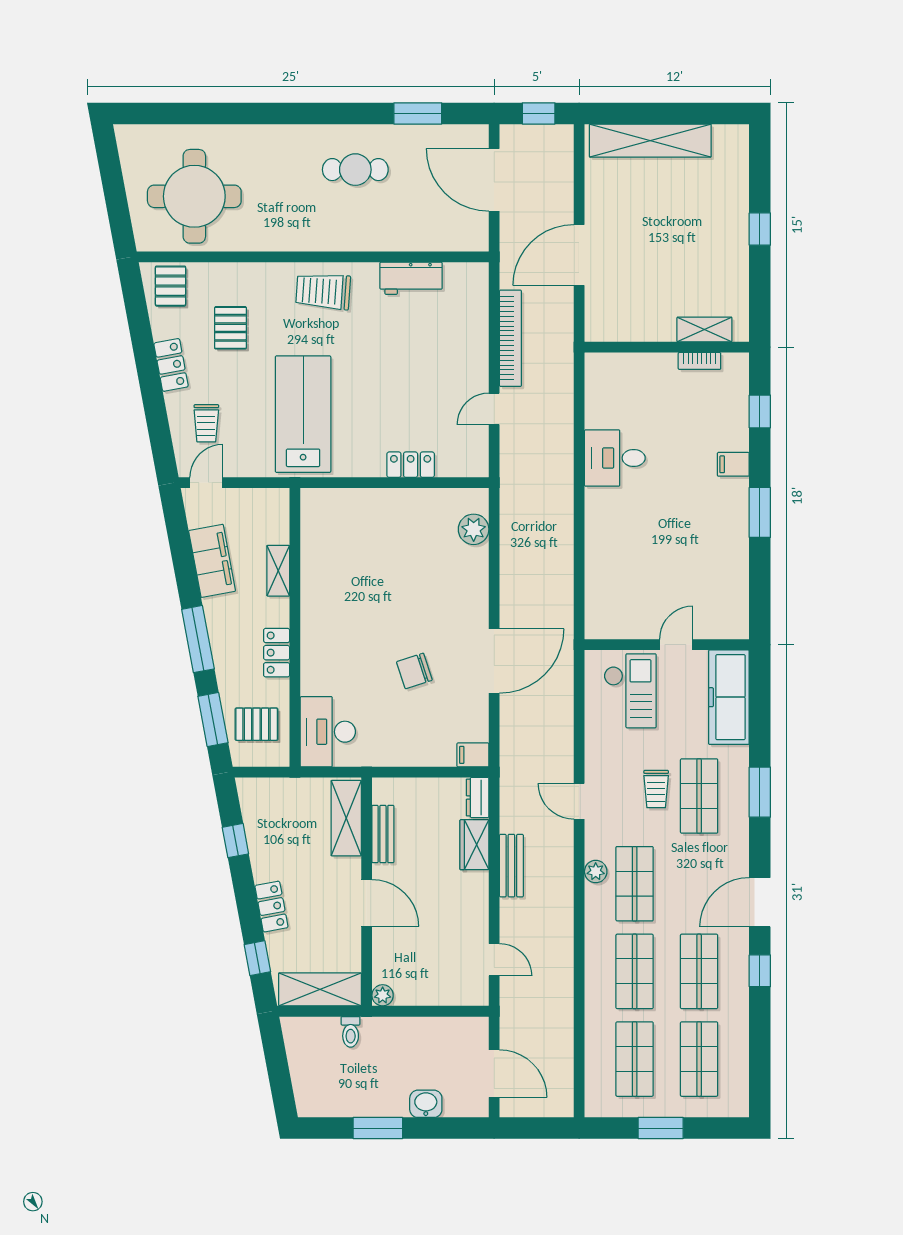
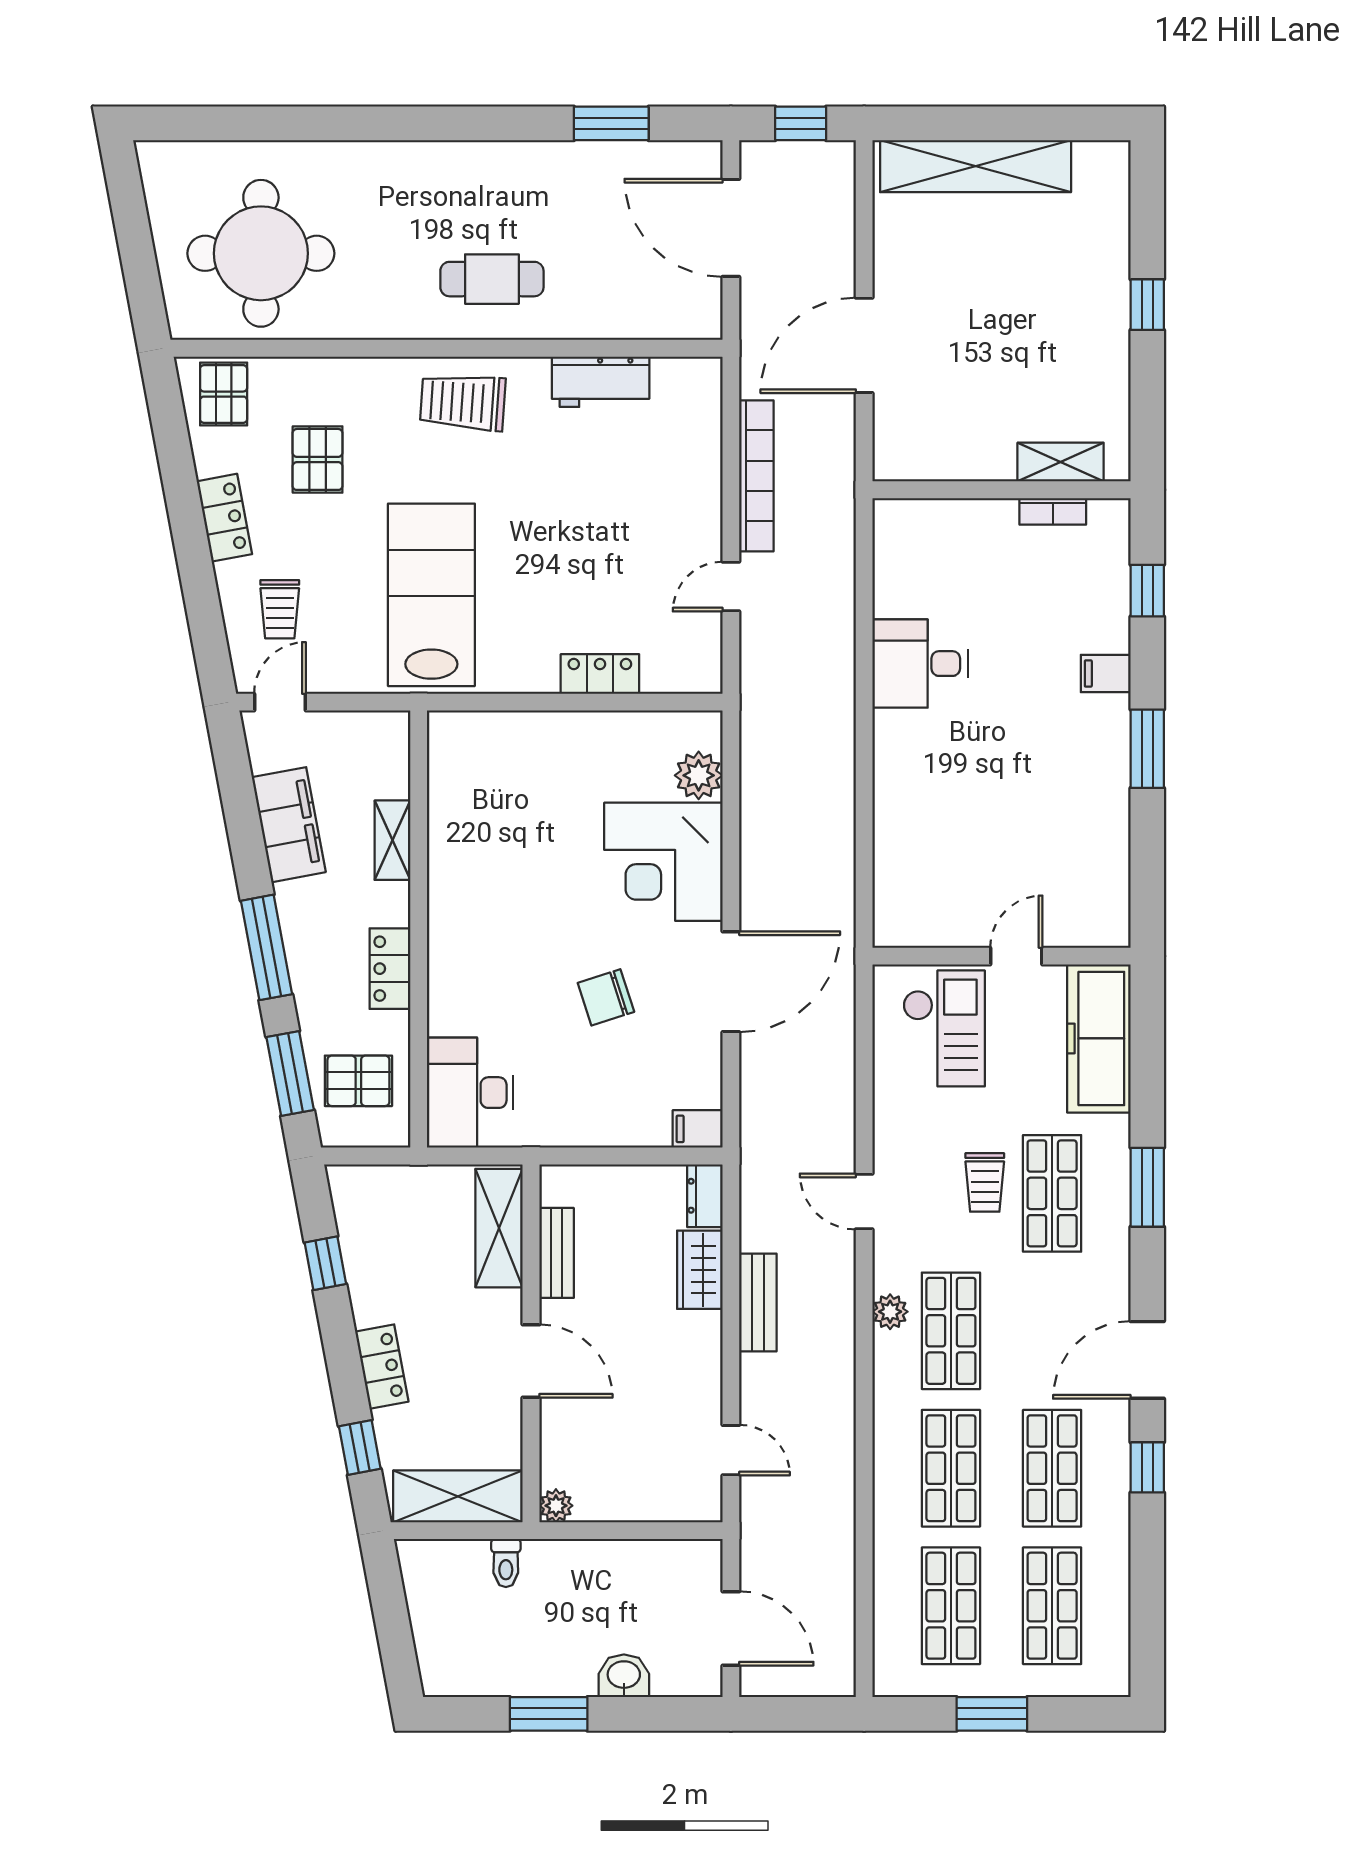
cafe table: (355, 170) -> (492, 279), moved
corner desk: (451, 584) -> (663, 862), added

